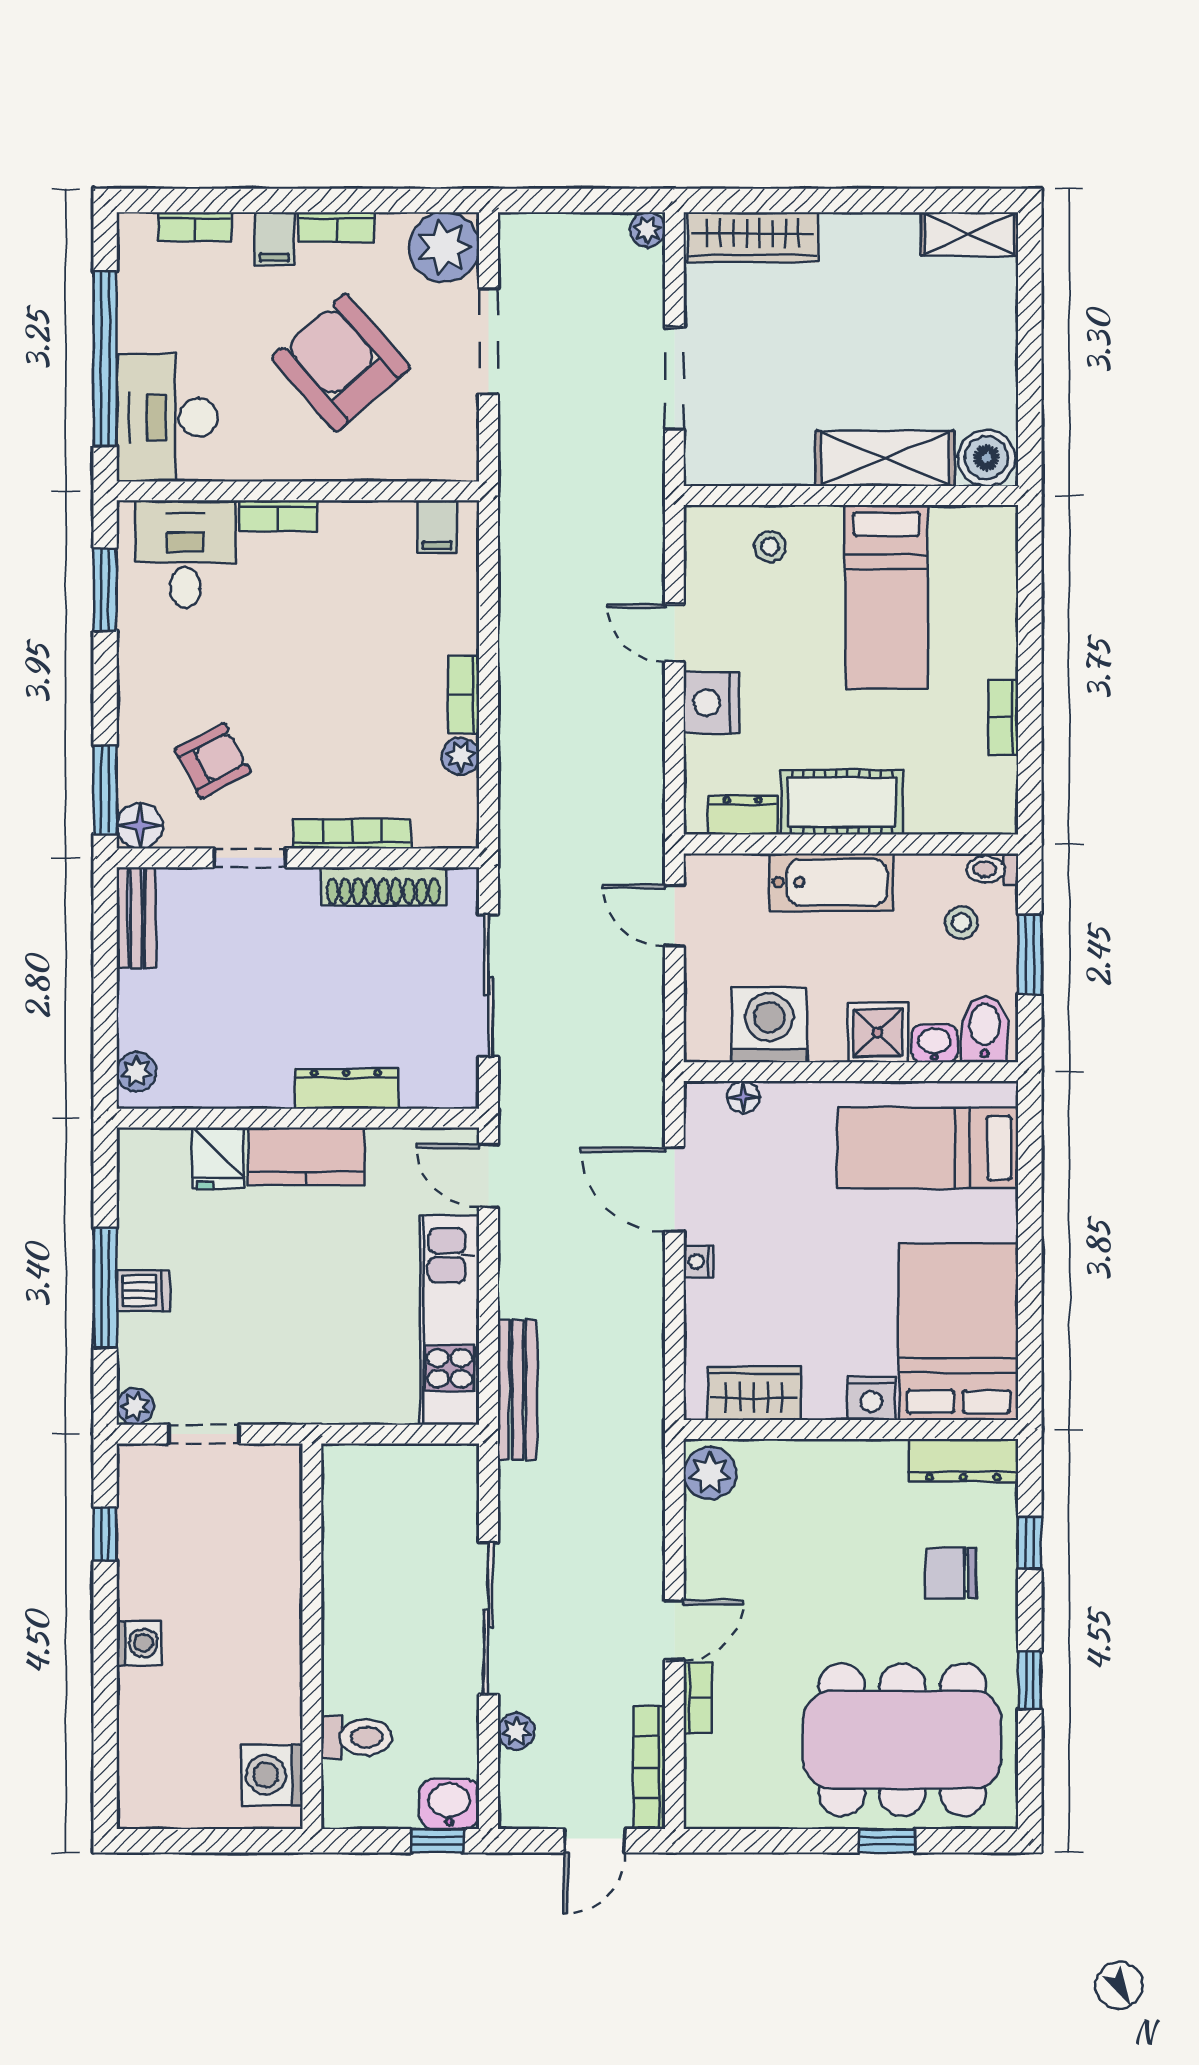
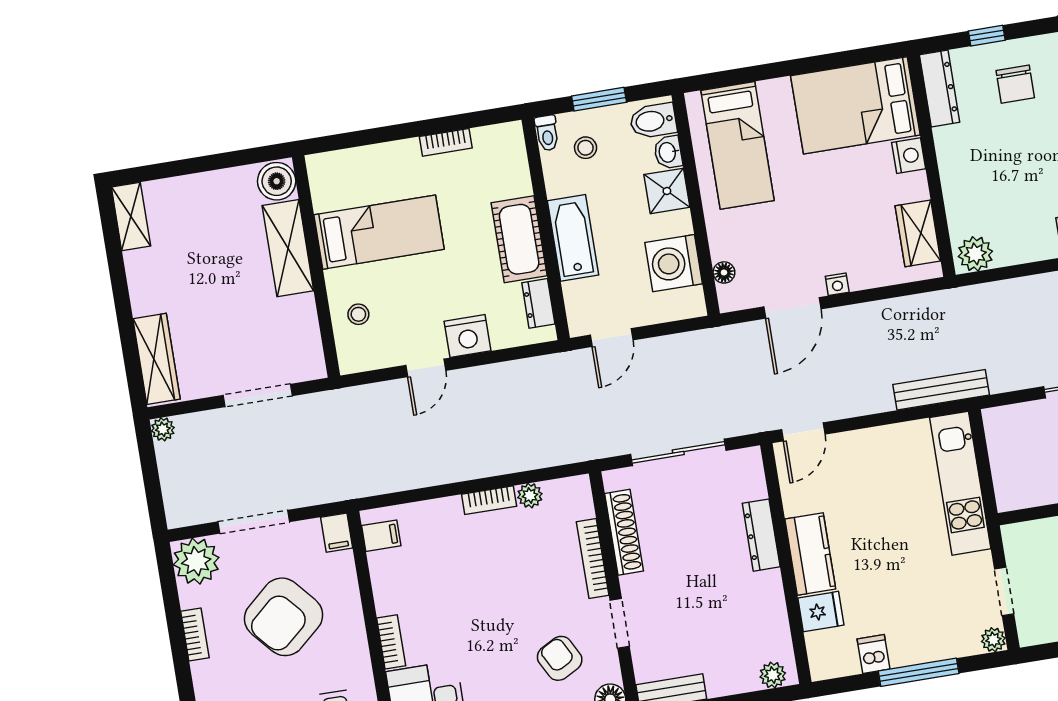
filing cabinet: (274, 239) -> (337, 533), moved, turned 90
dishwasher: (143, 1291) -> (873, 654), moved
kitchen unit: (450, 1320) -> (960, 483), moved, turned 90

